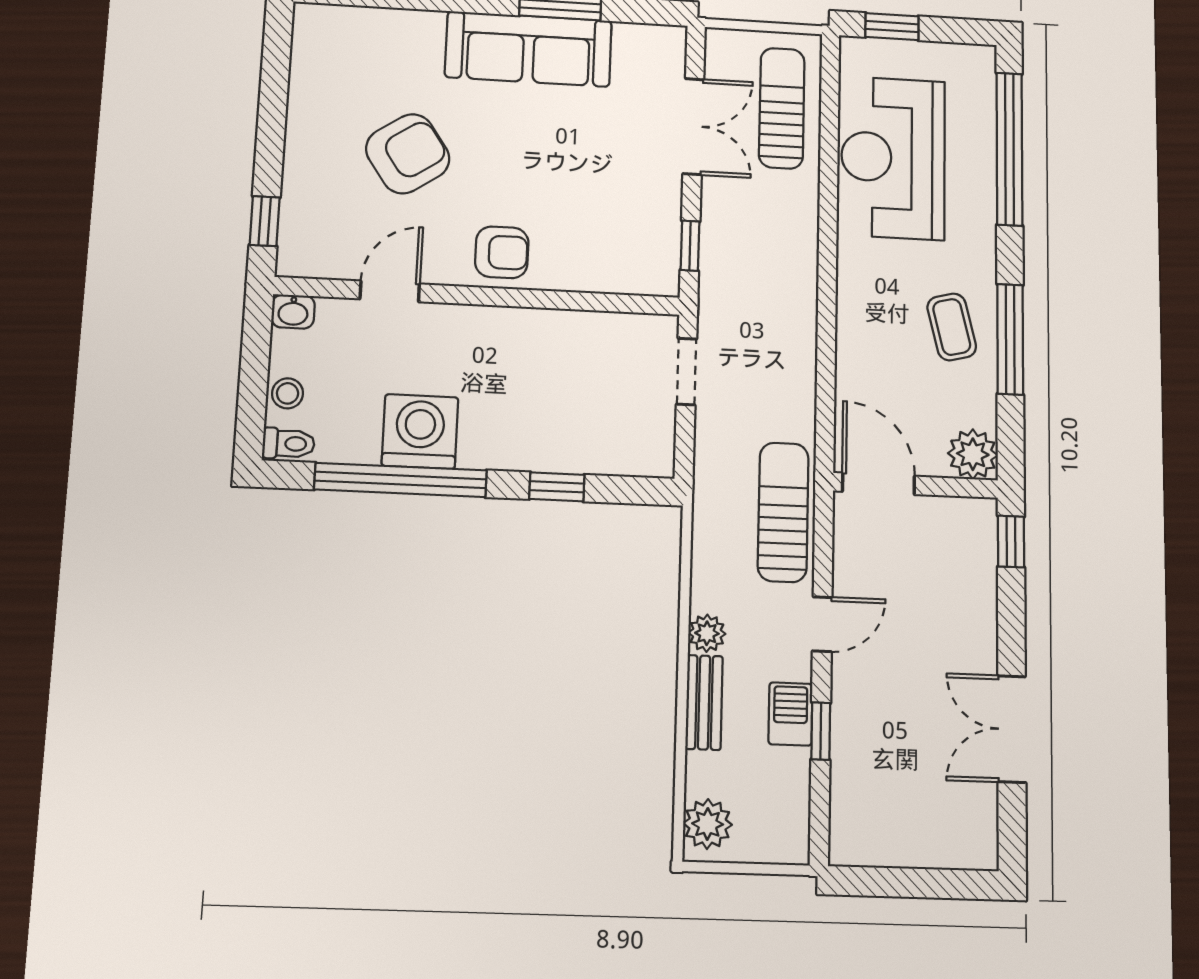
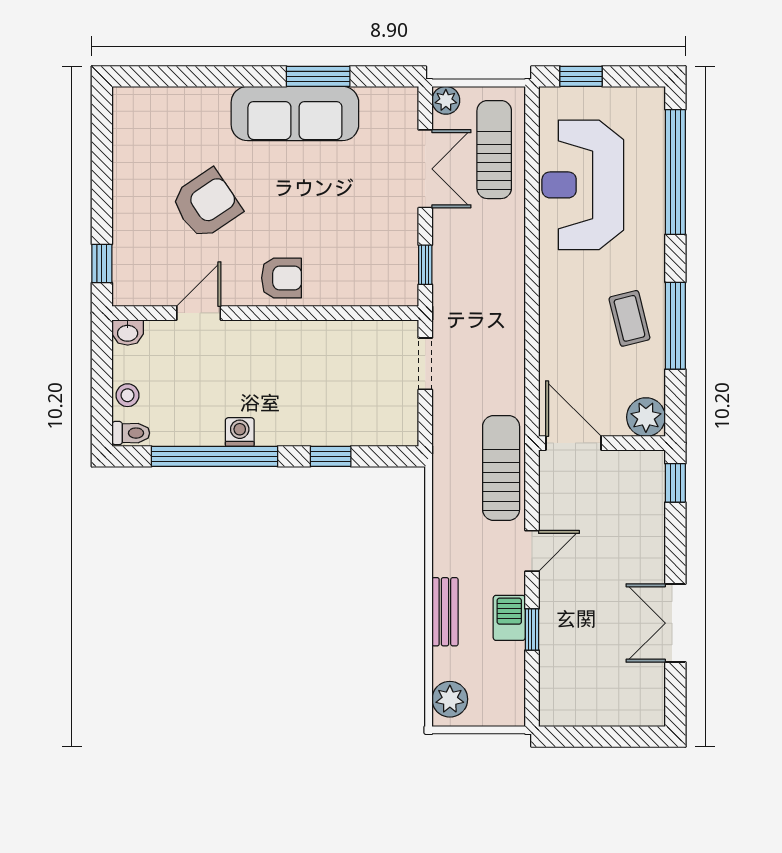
washing machine: (420, 431) -> (240, 432), width x0.53, depth x0.53
plant: (707, 633) -> (446, 100), moved

